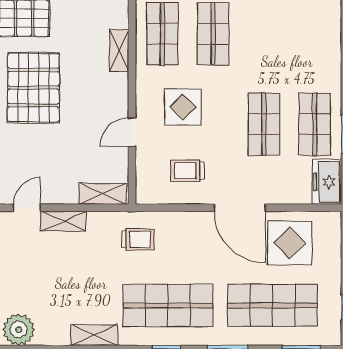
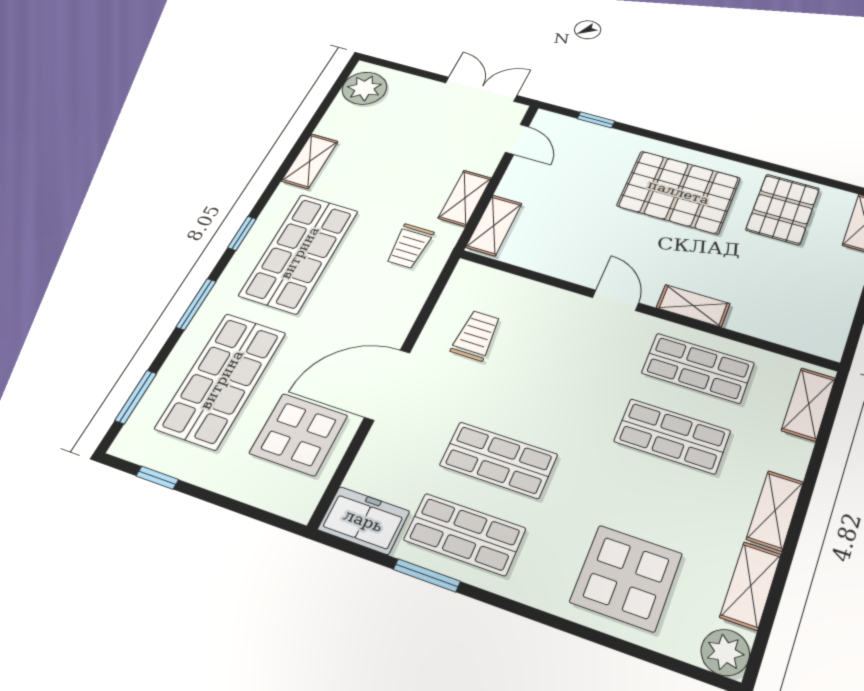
display table: (183, 107) -> (626, 578), moved, width x1.36, depth x1.36
door: (132, 132) -> (615, 300), moved
shelving: (63, 221) -> (465, 198), moved

